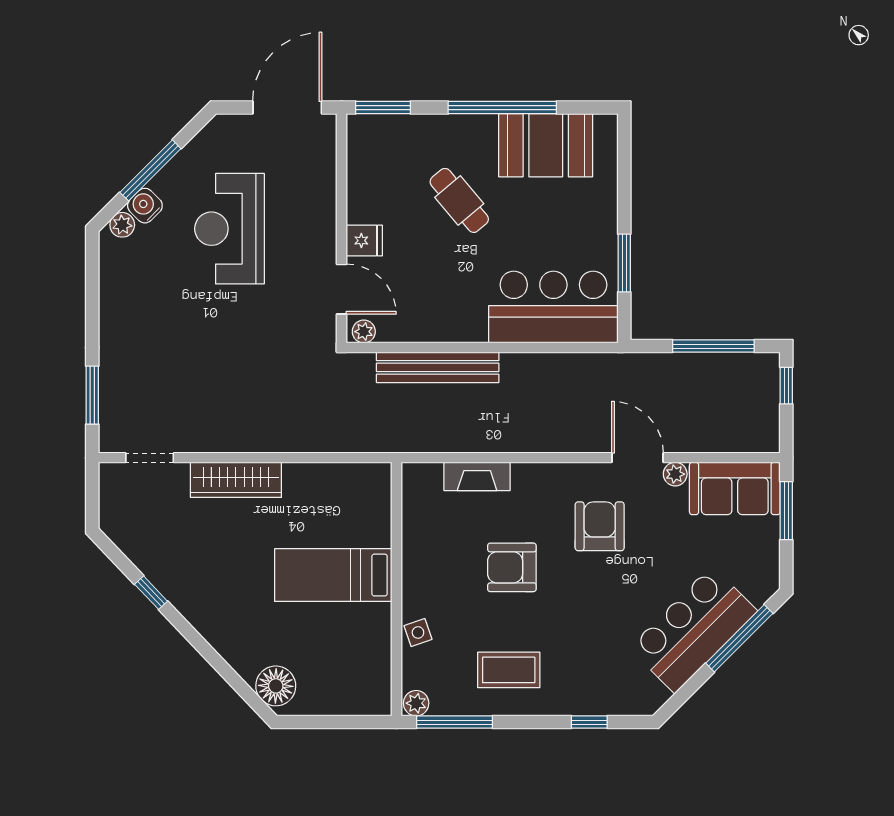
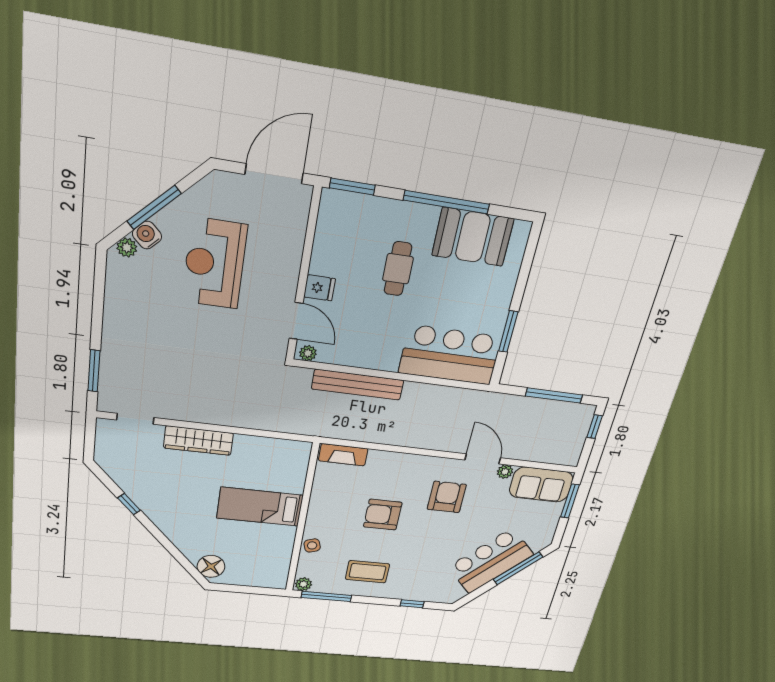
cafe table: (459, 200) -> (398, 269), turned 40
fireplace: (477, 476) -> (343, 455), moved

